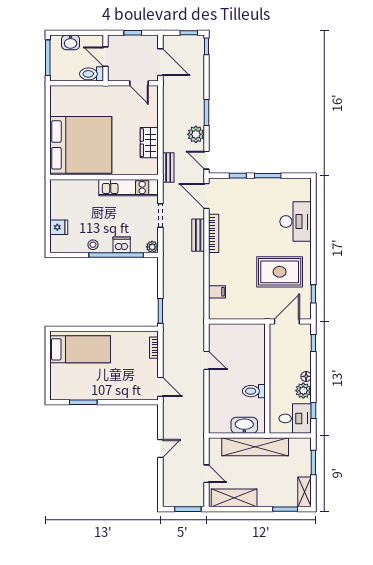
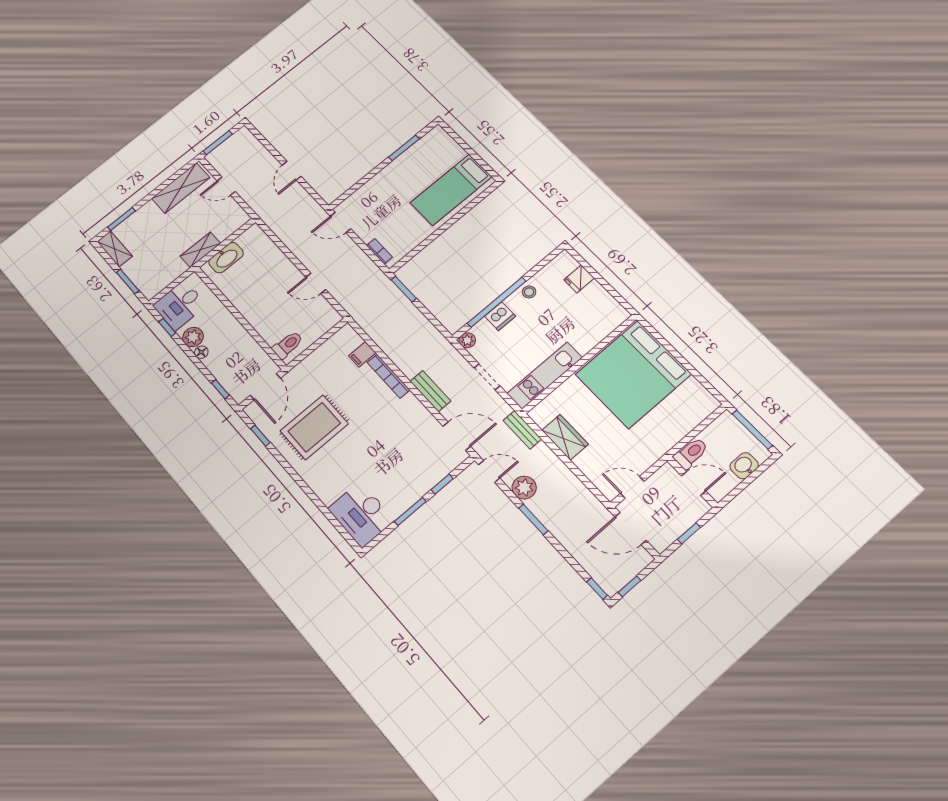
desk: (296, 222) -> (361, 514), moved
bookcase: (214, 233) -> (388, 376), moved
toilet: (254, 391) -> (288, 345), moved
shelving: (255, 447) -> (200, 250), width x0.45, depth x0.75

